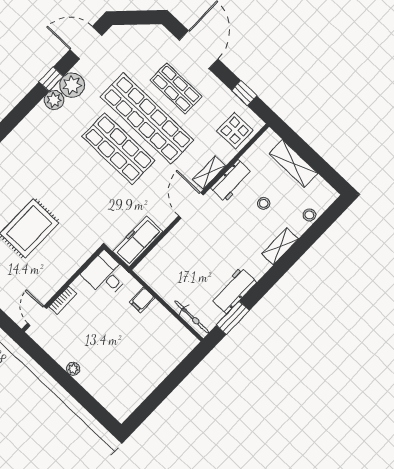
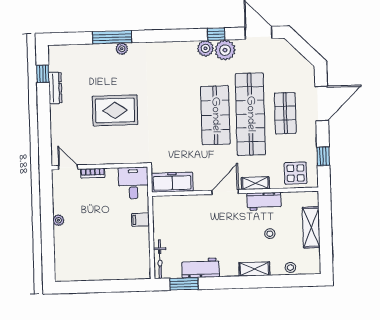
door: (37, 316) -> (68, 167), hinge flipped

